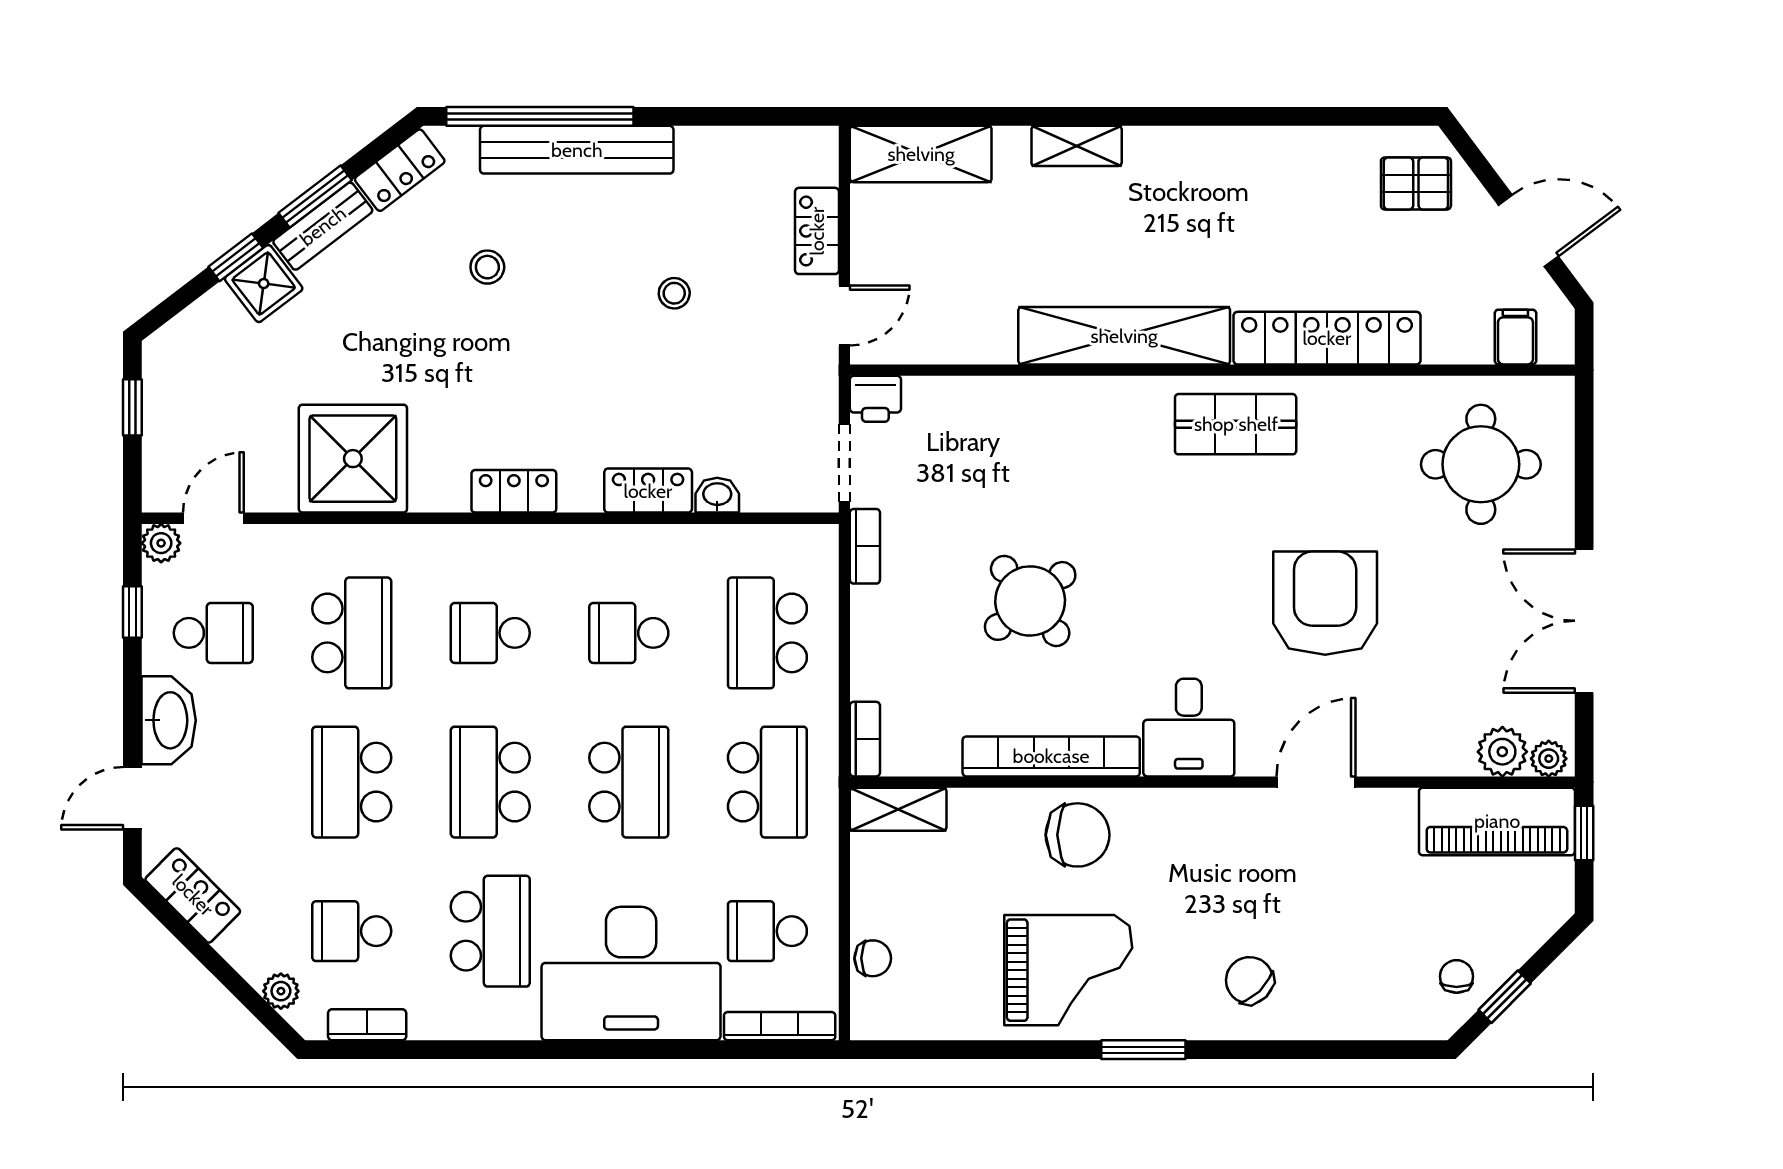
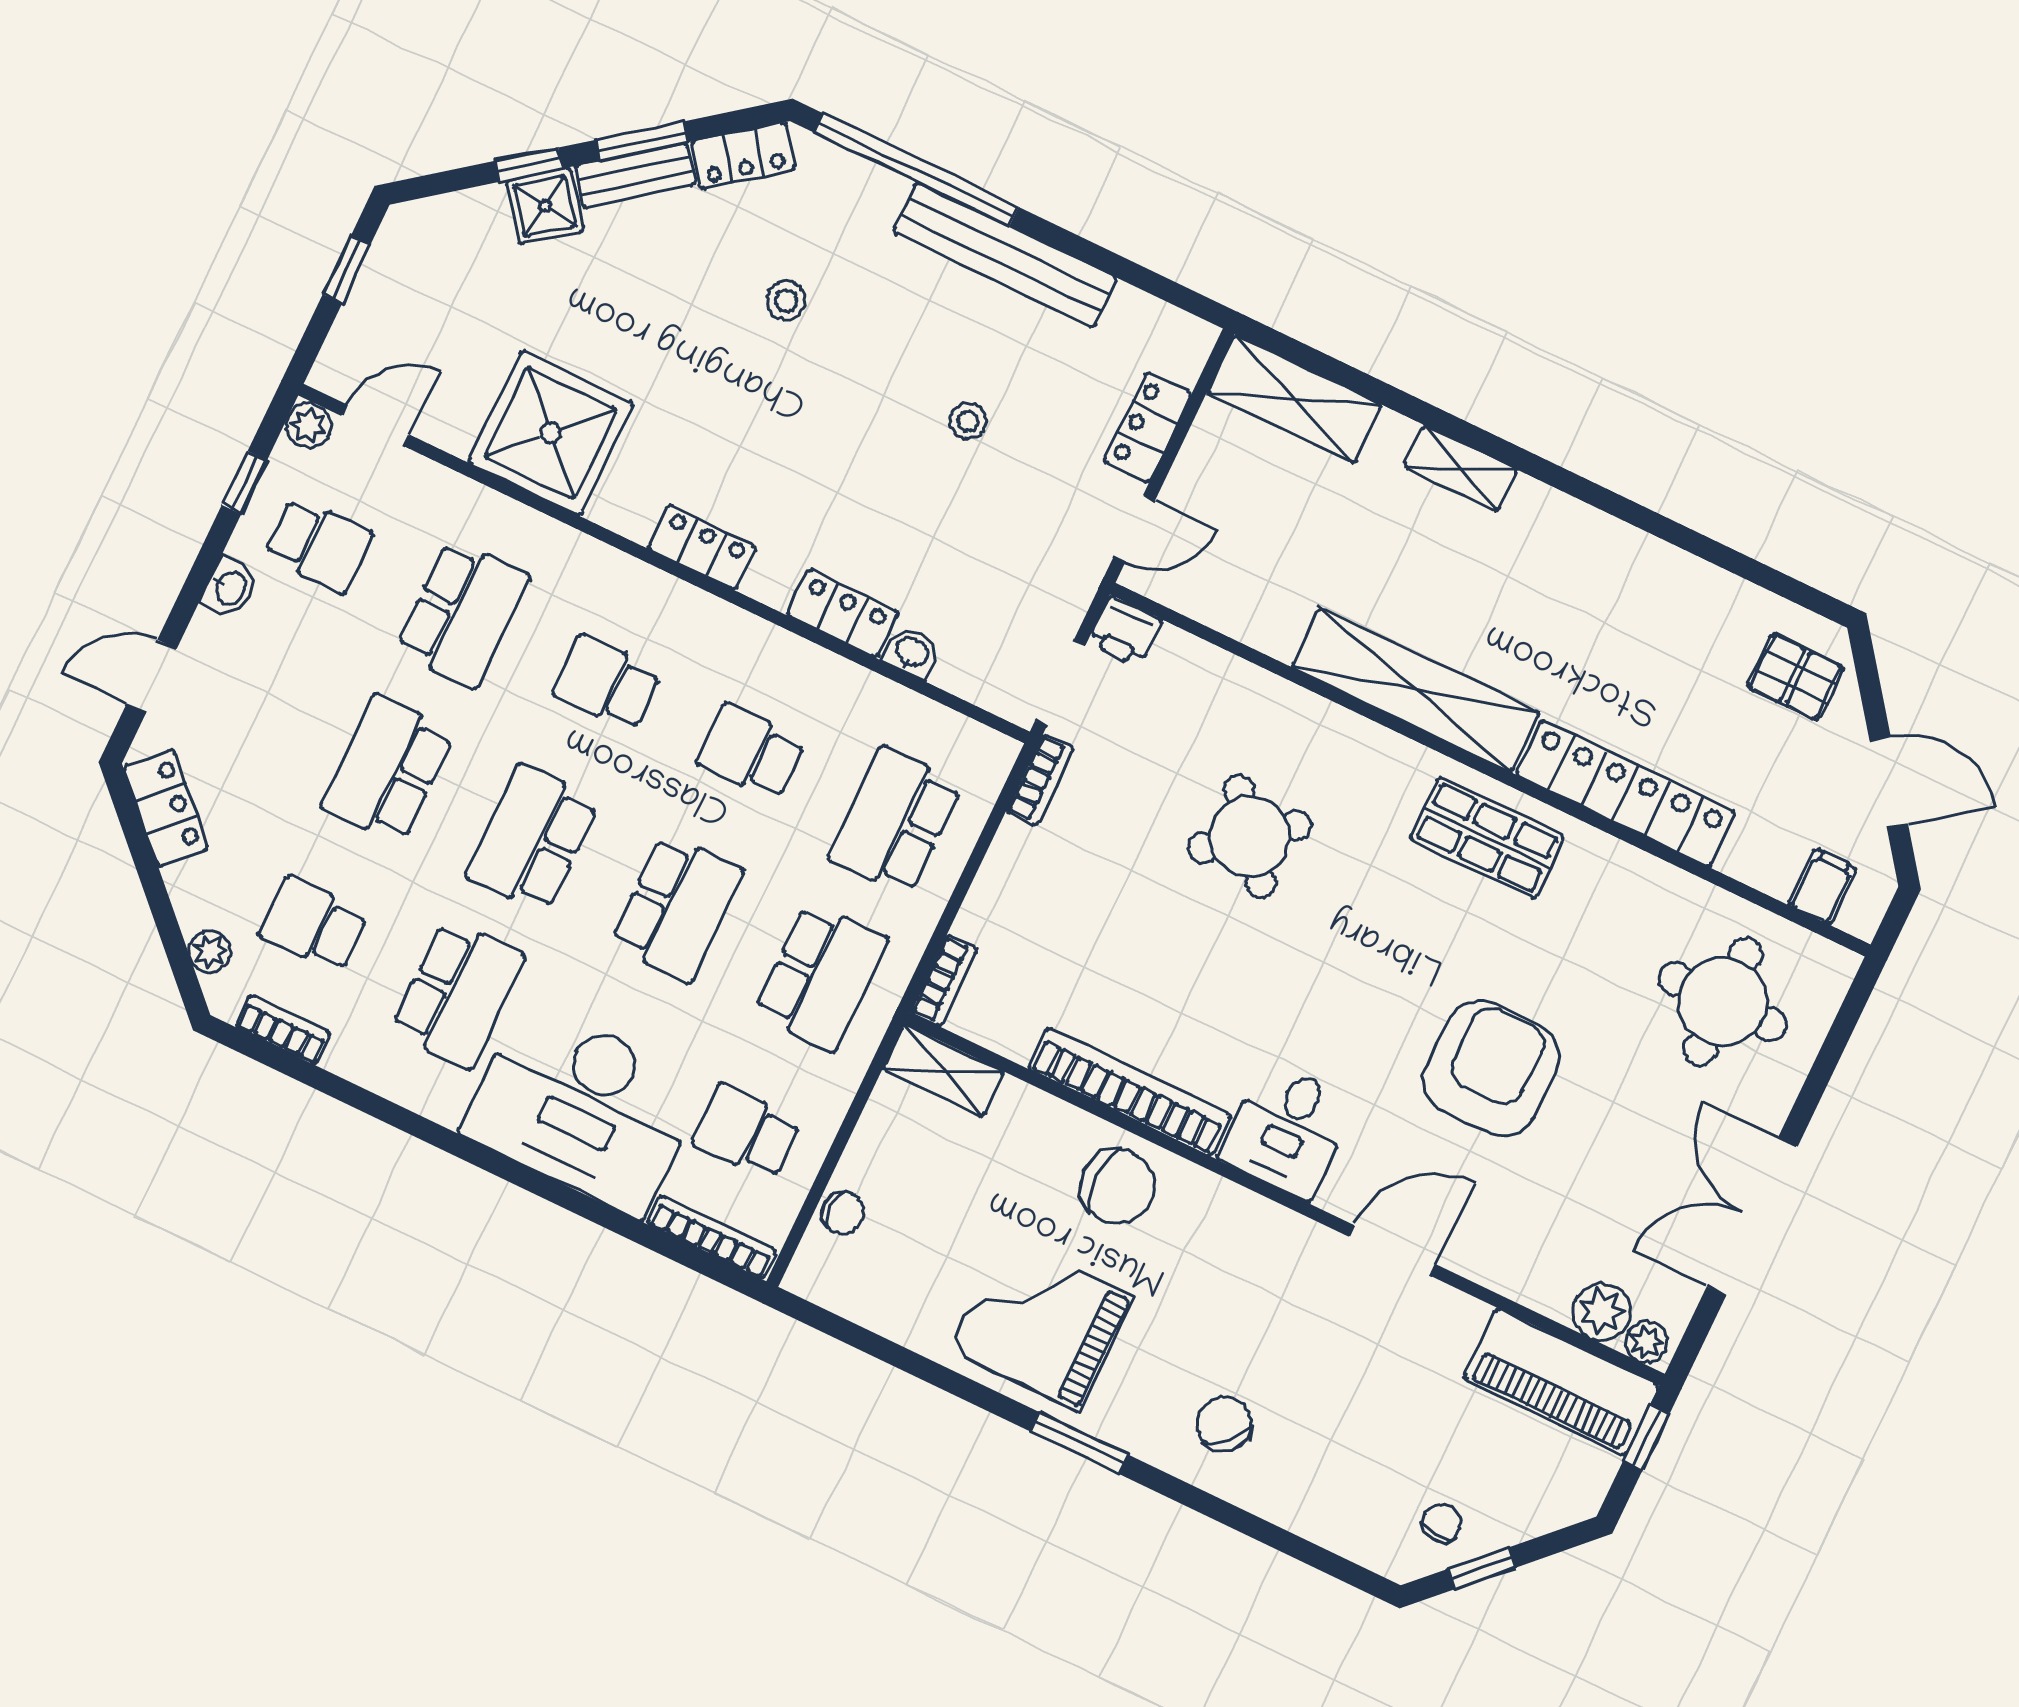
bench: (577, 150) -> (1005, 255), moved
round table: (1030, 601) -> (1250, 837), moved
washbasin: (169, 720) -> (230, 587), width x0.52, depth x0.69
grand piano: (1068, 970) -> (1040, 1323), turned 180

